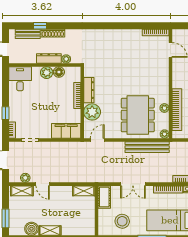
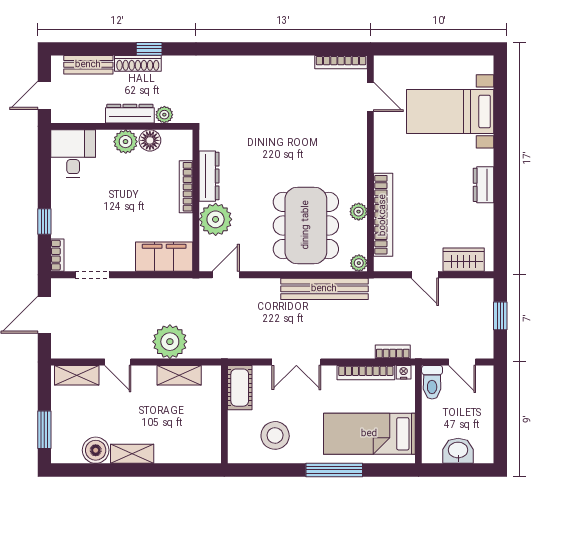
window: (40, 26) -> (149, 49), moved
plant: (25, 178) -> (170, 342), moved, width x1.88, depth x1.88
shelving: (84, 191) -> (179, 375), moved

